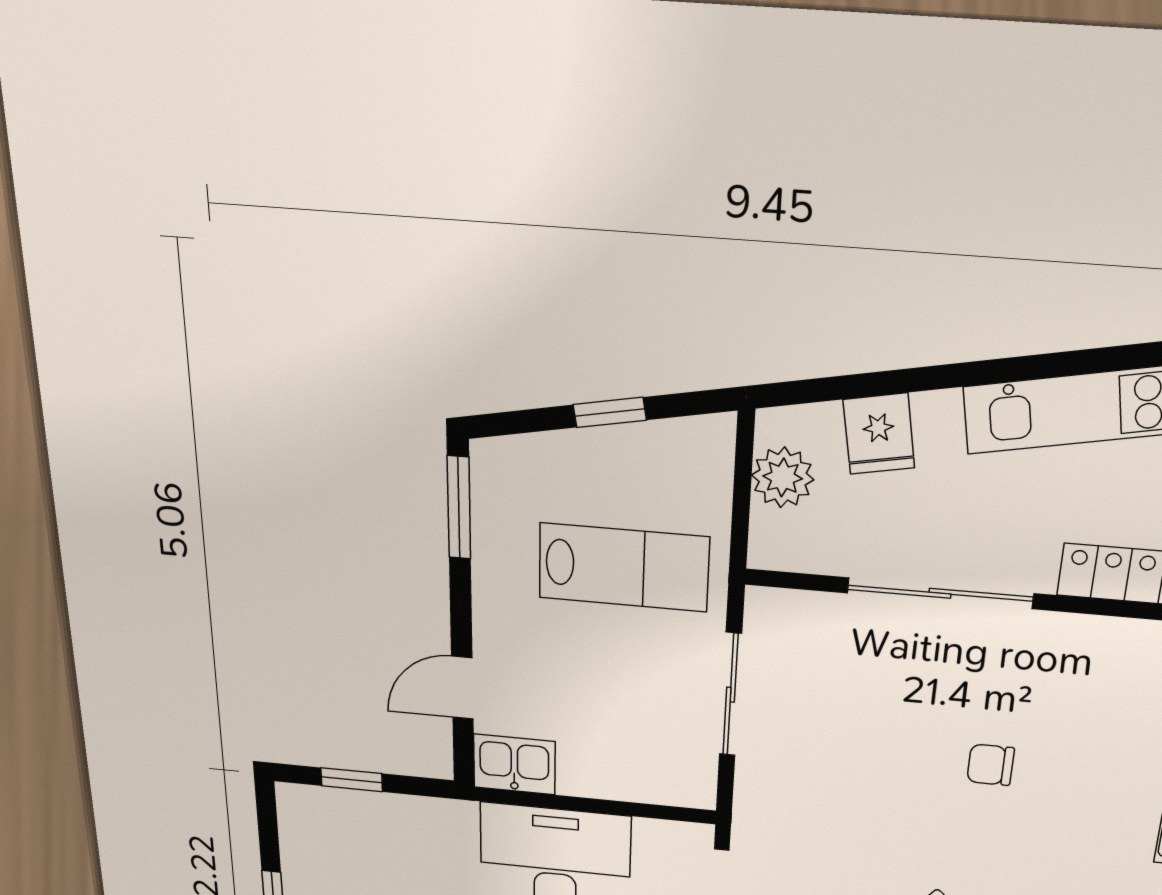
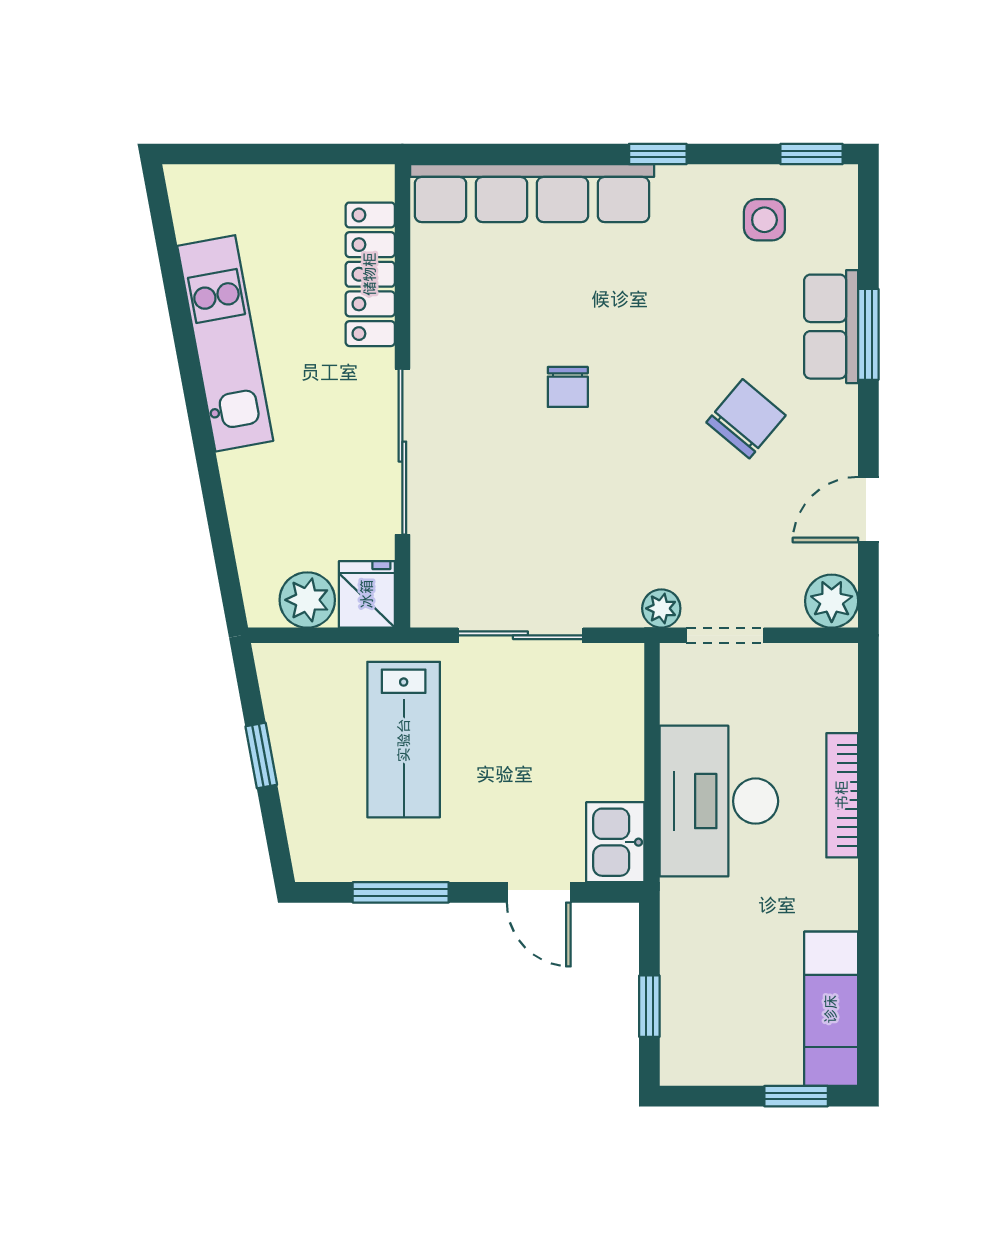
fridge: (879, 434) -> (367, 594), moved, turned -80
window: (459, 508) -> (401, 892), moved
lab bench: (624, 567) -> (404, 740), turned 180
plant: (750, 829) -> (661, 608), added

